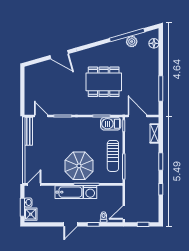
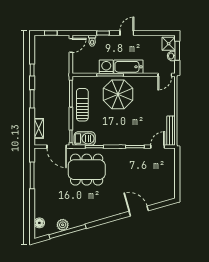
dining table: (104, 82) -> (87, 170), moved
door: (41, 116) -> (158, 147), swing flipped

